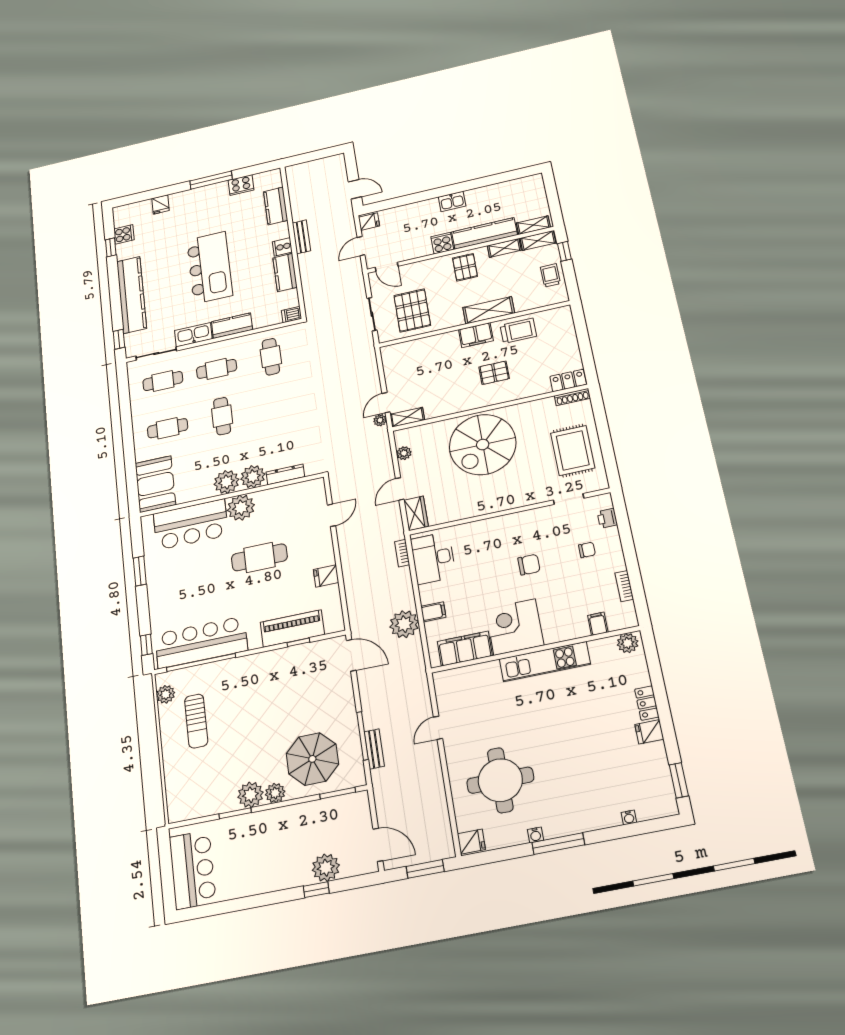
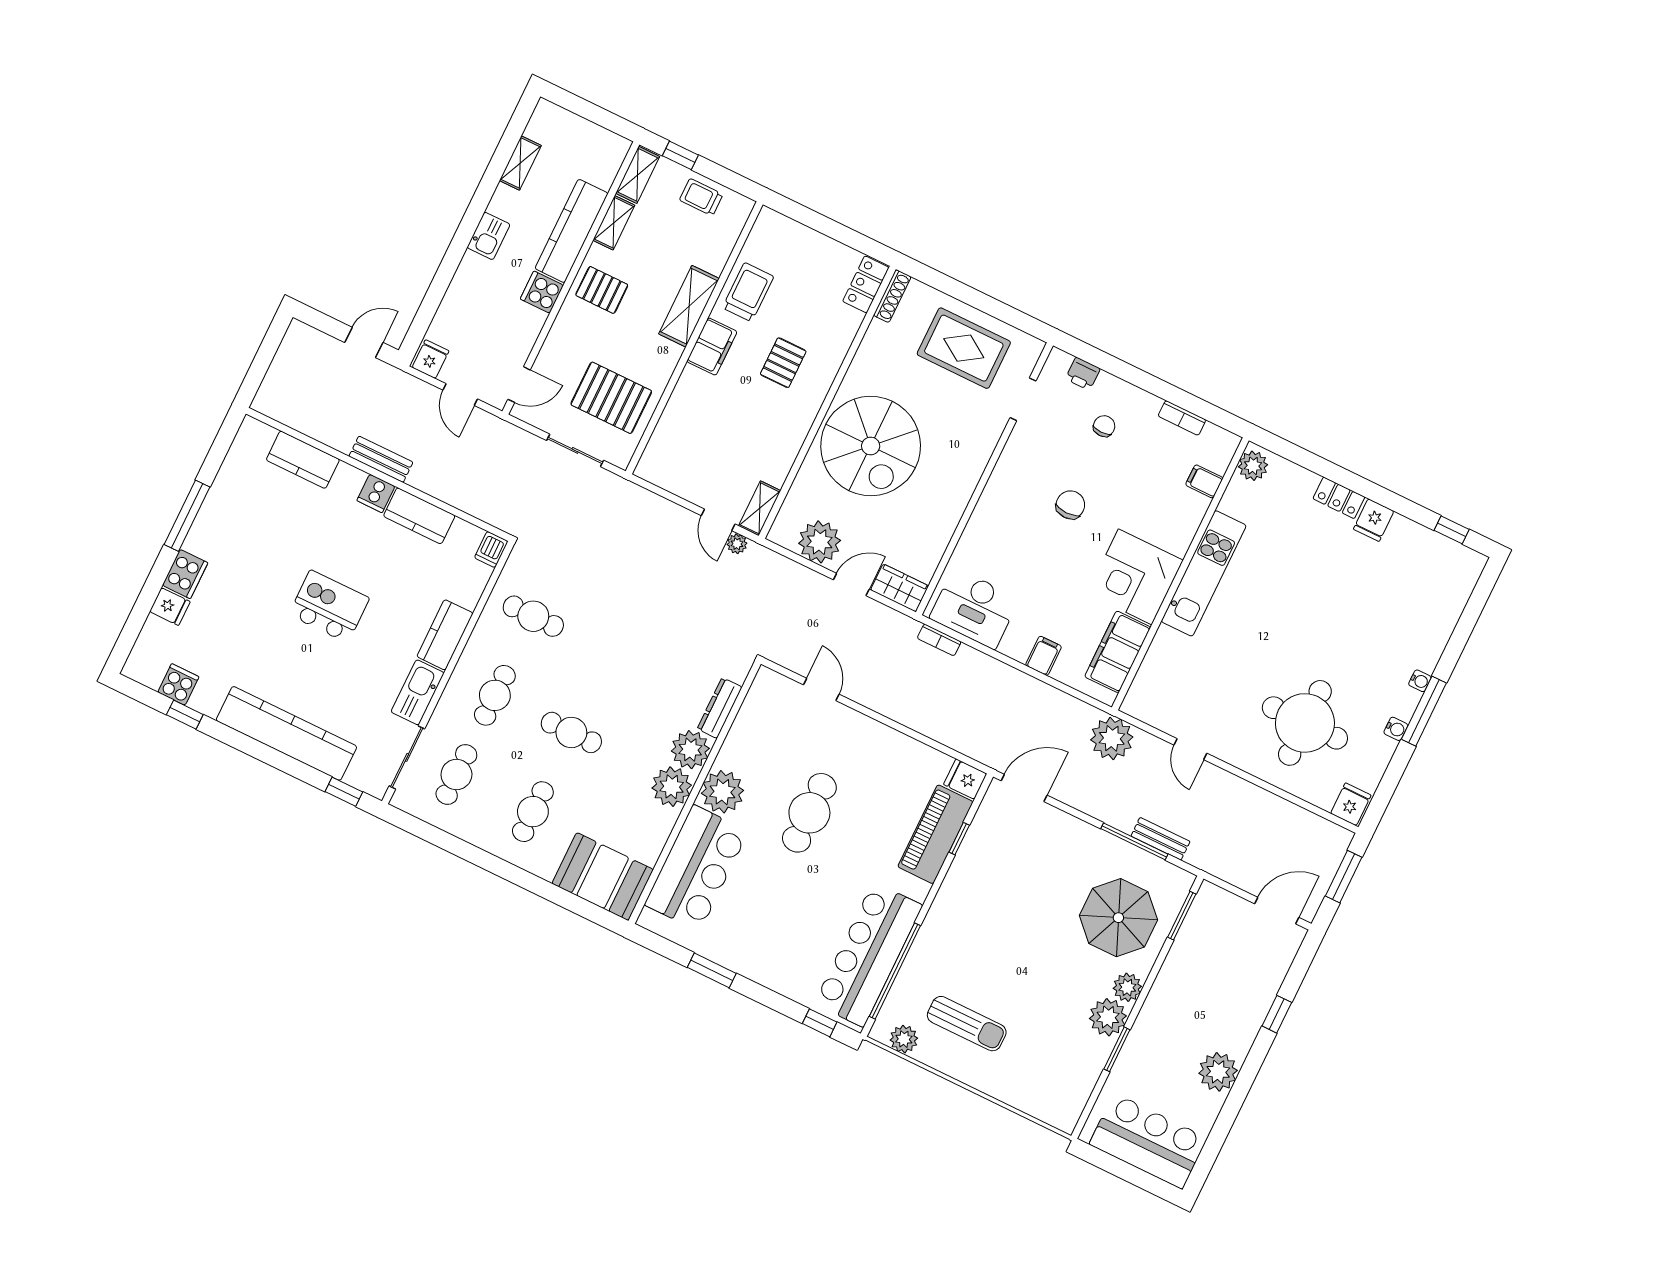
cooker: (241, 185) -> (185, 574), moved
shelving: (533, 225) -> (520, 163), moved
kitchen island: (210, 268) -> (329, 606), width x0.54, depth x0.78
plant: (404, 453) -> (820, 542), width x1.88, depth x1.88
door: (400, 489) -> (851, 585), swing flipped
fridge: (326, 576) -> (965, 779), moved, turned 90
plant: (404, 624) -> (1112, 738), moved
window: (679, 780) -> (1452, 530), width x0.67
water cooler: (629, 818) -> (1420, 681), moved
plant: (326, 868) -> (1218, 1072), moved

